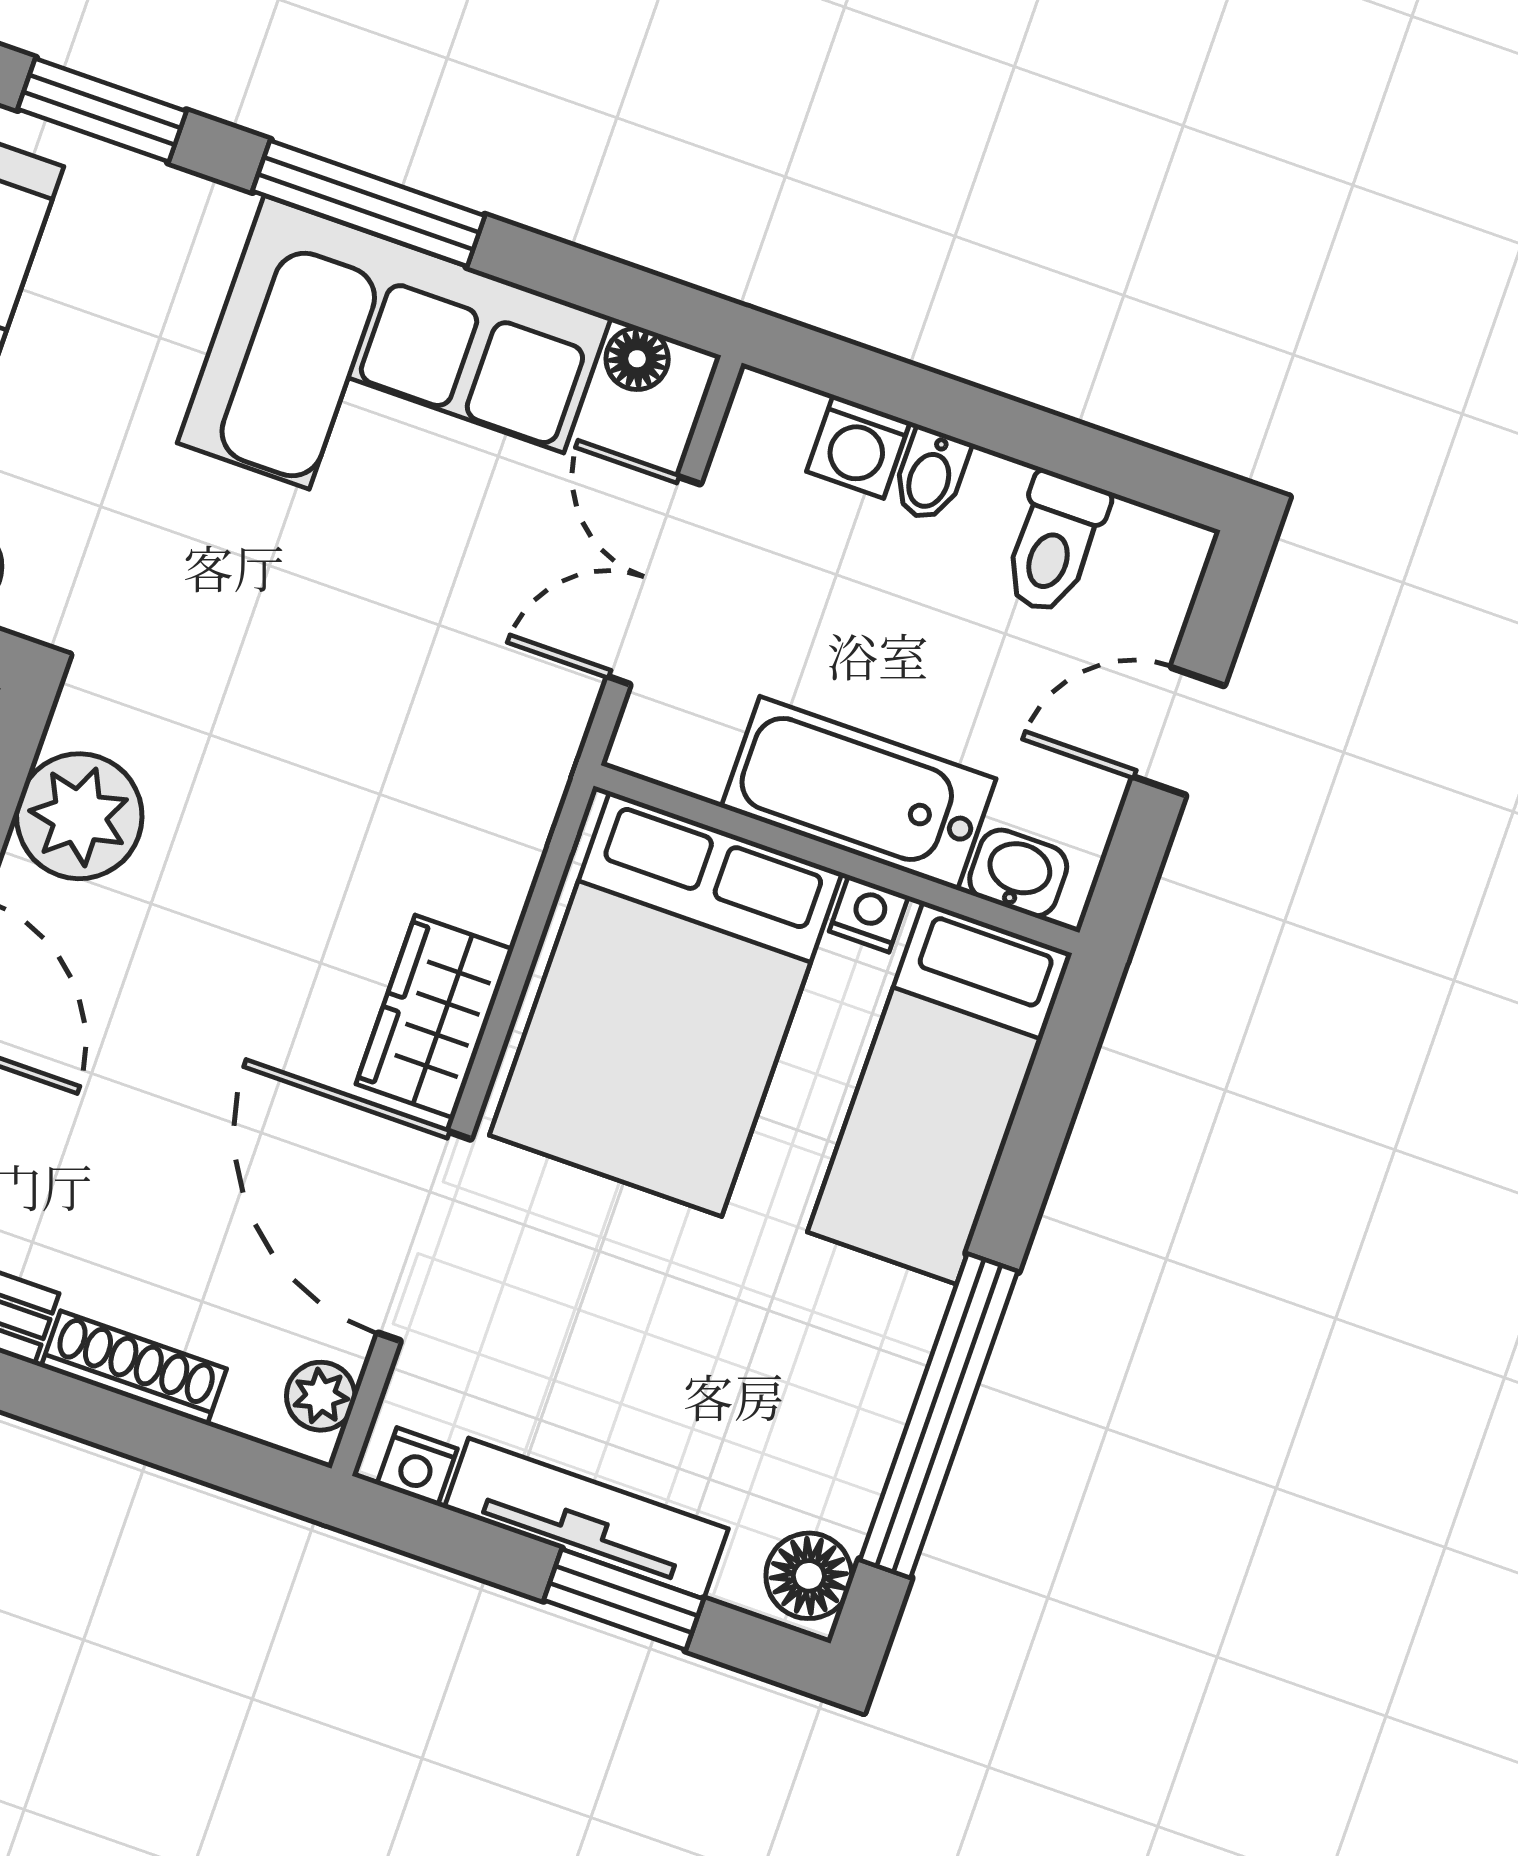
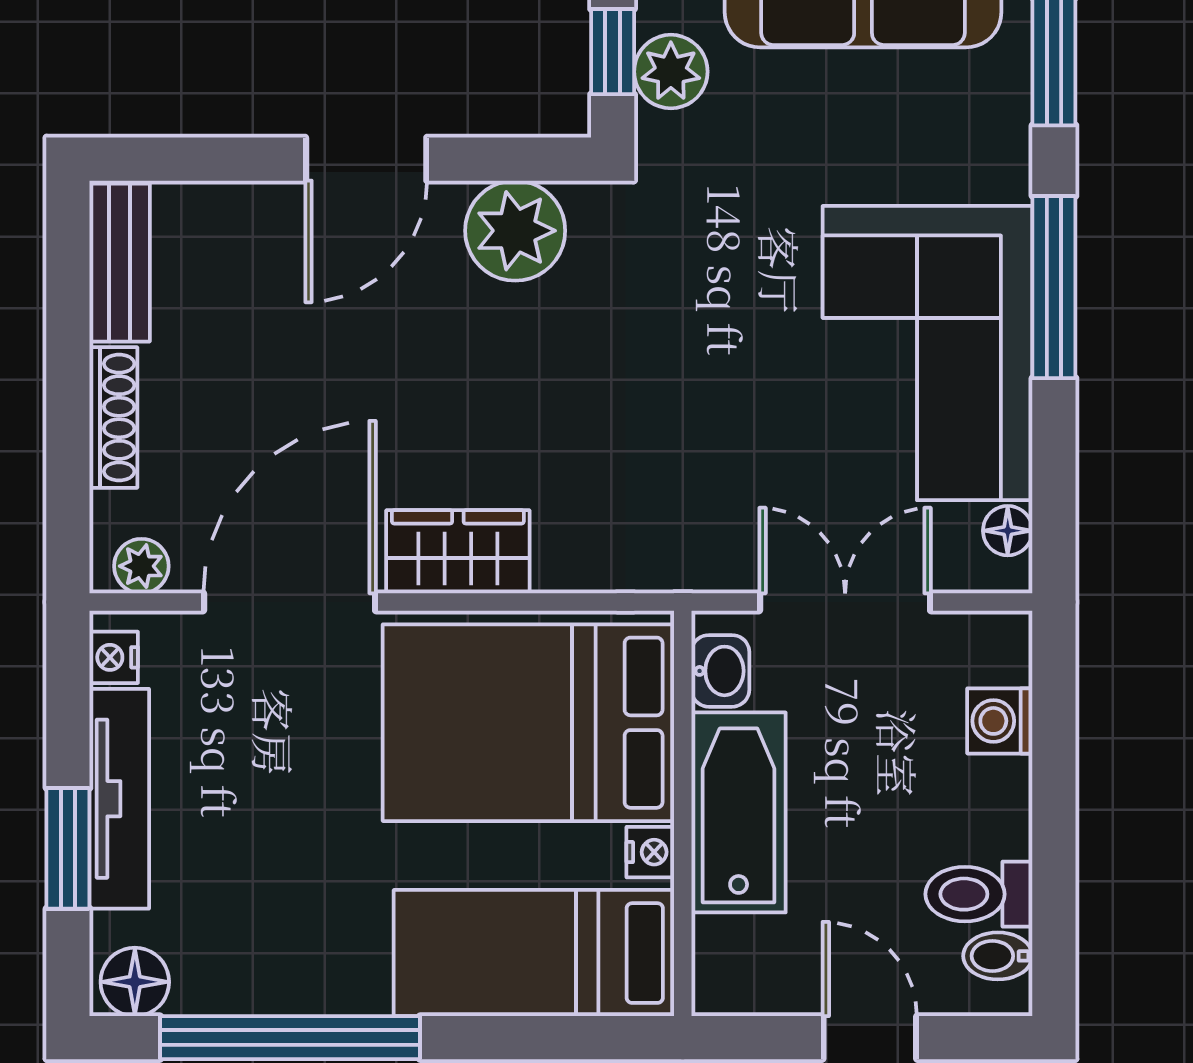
bidet: (931, 475) -> (998, 956), moved
washbasin: (1018, 873) -> (720, 671), moved

